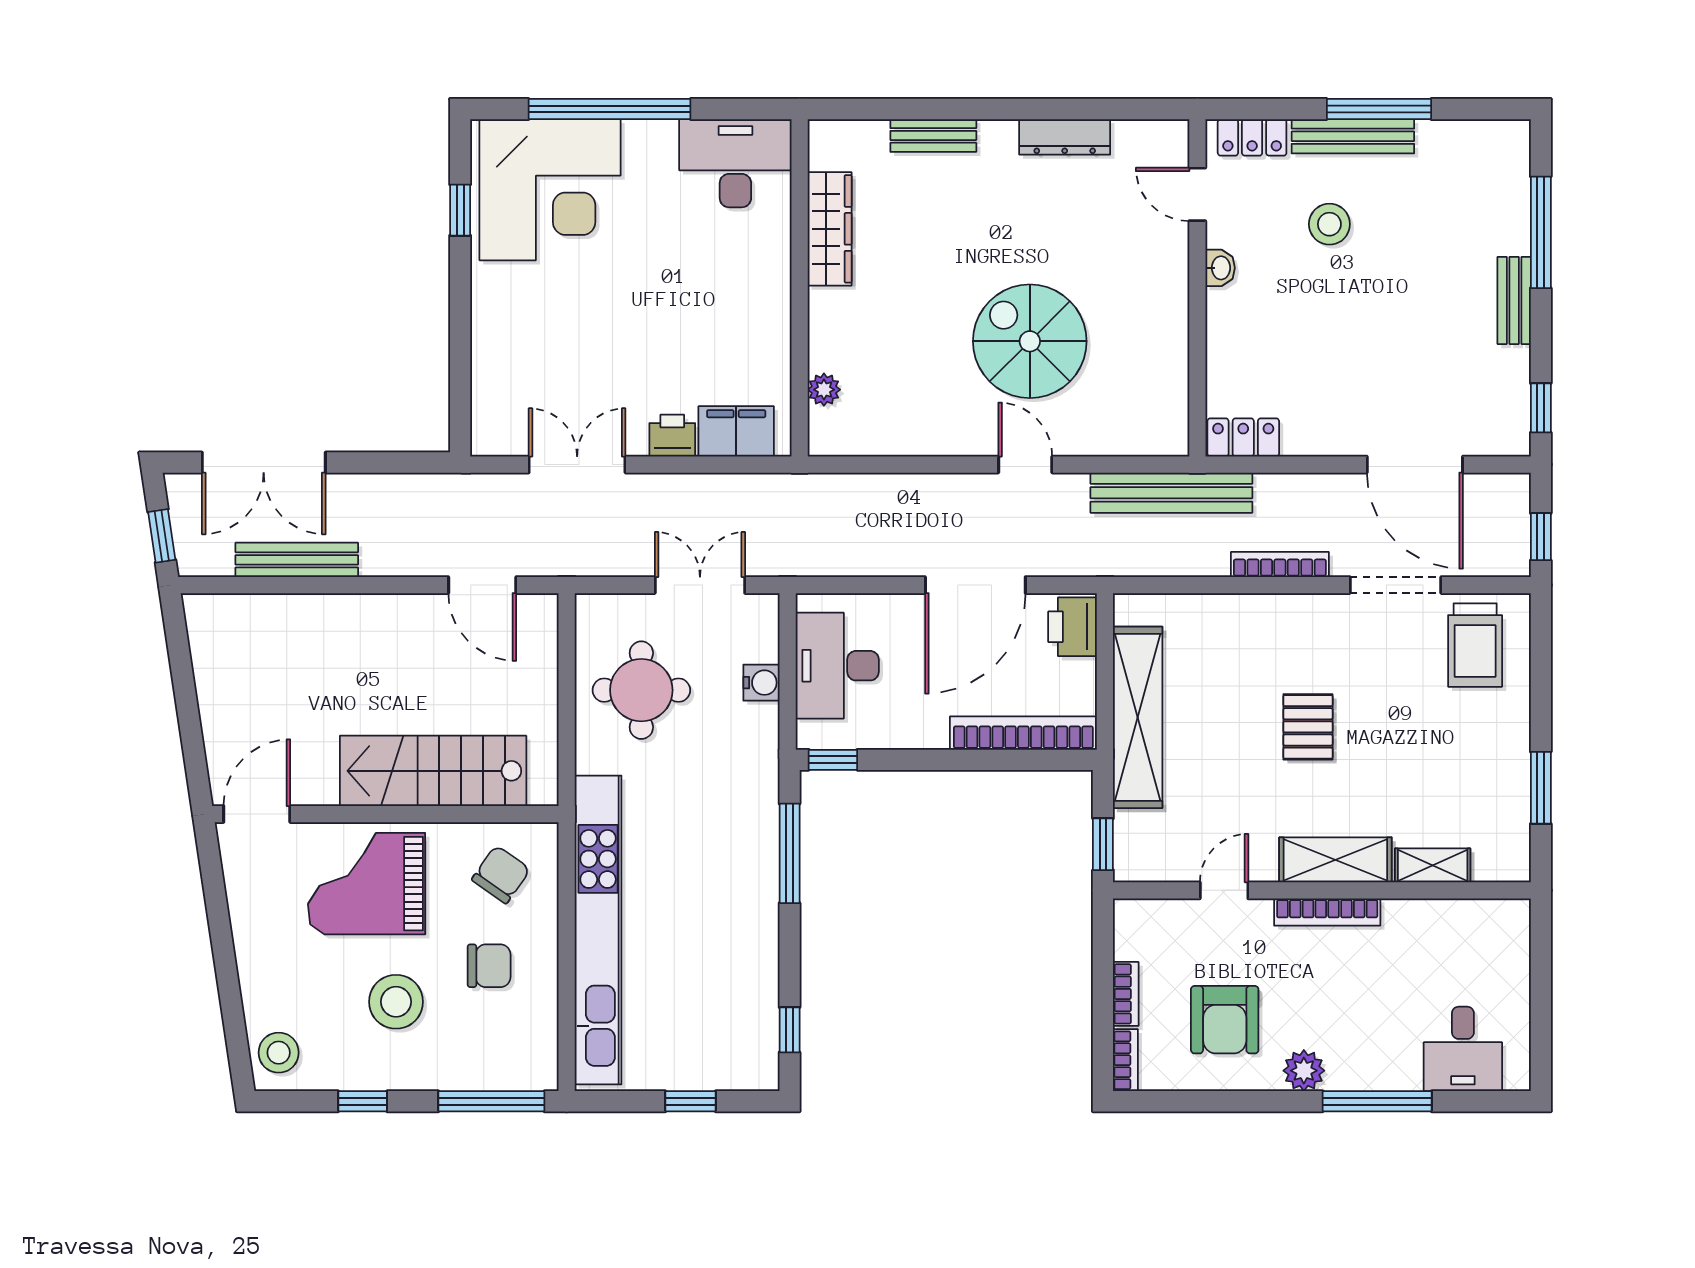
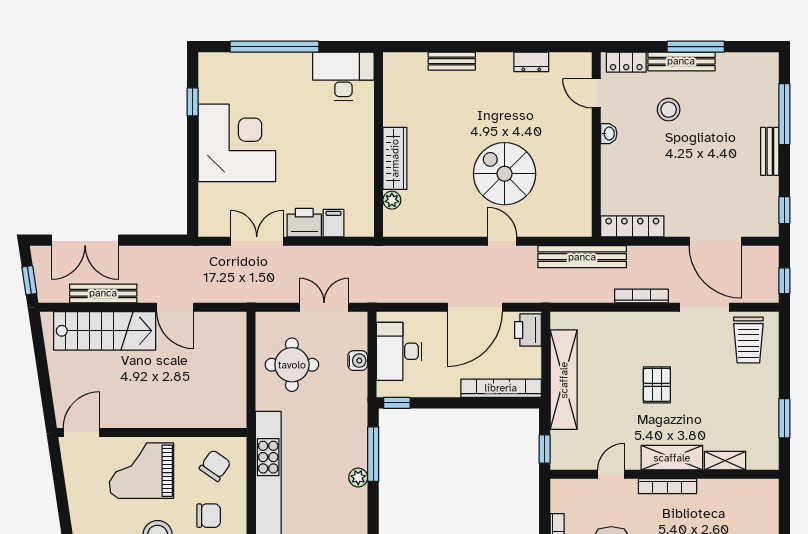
dresser: (1065, 137) -> (531, 62), width x0.70
corner desk: (550, 190) -> (237, 143), moved, turned -90
wardrobe: (830, 229) -> (395, 158), moved
filing cabinet: (736, 431) -> (333, 223), width x0.50
printer: (672, 436) -> (304, 223), width x1.36, depth x1.24
locker: (1243, 437) -> (632, 226), width x1.53
door: (482, 585) -> (175, 307), moved
stairs: (433, 771) -> (105, 331), moved, turned 180
plant: (762, 896) -> (358, 477), added

